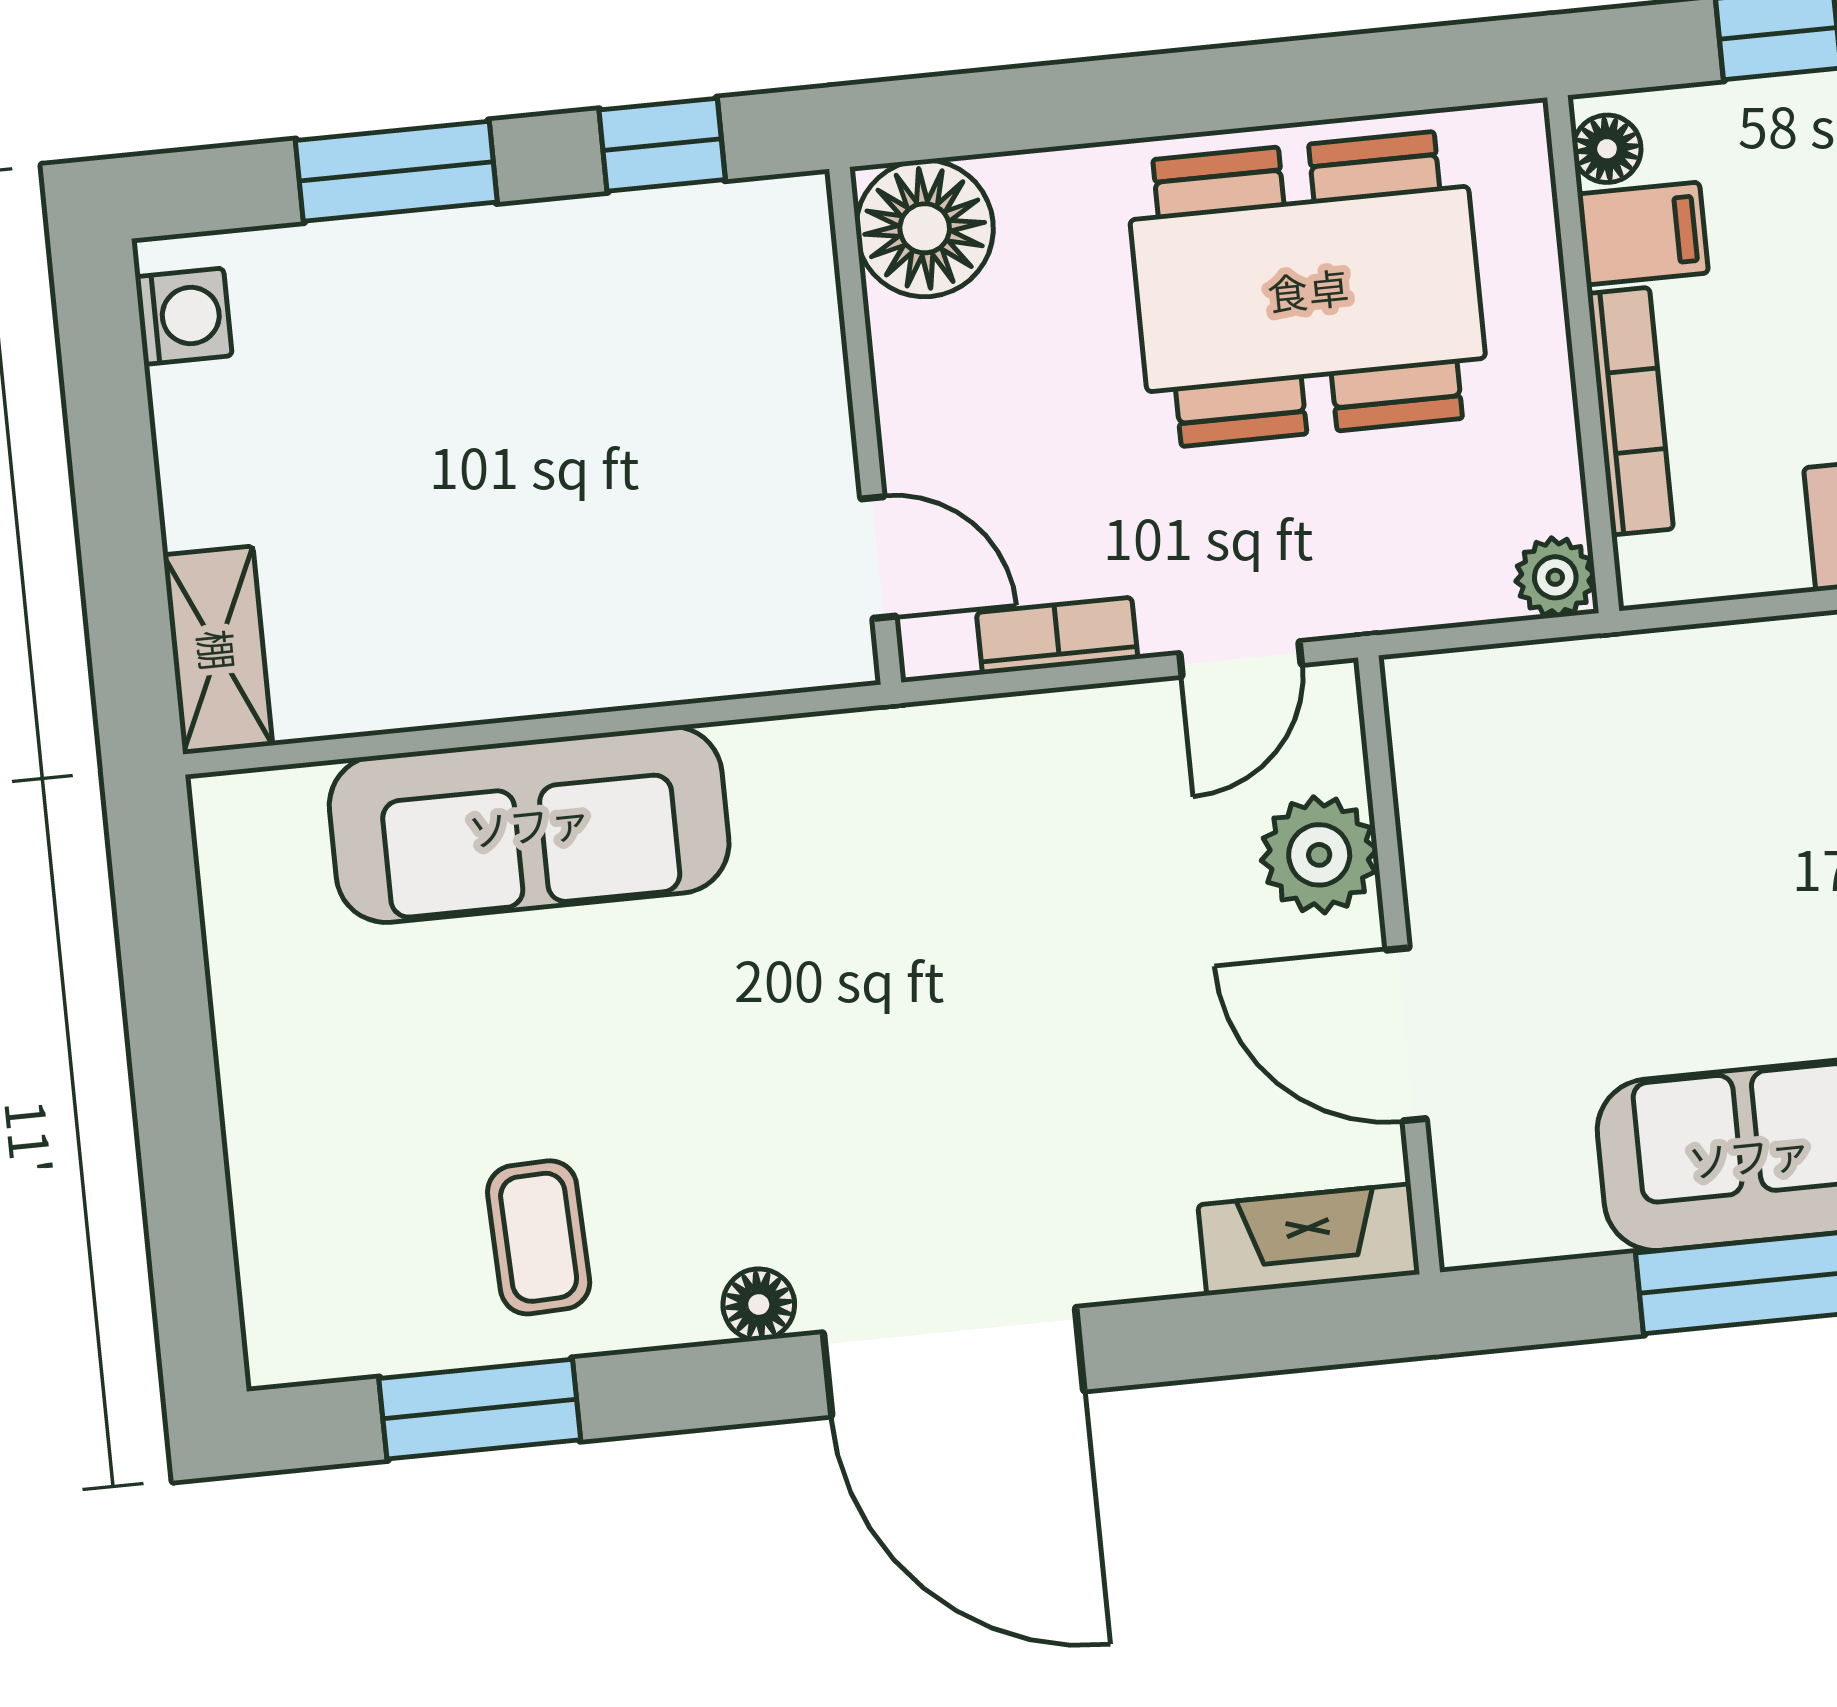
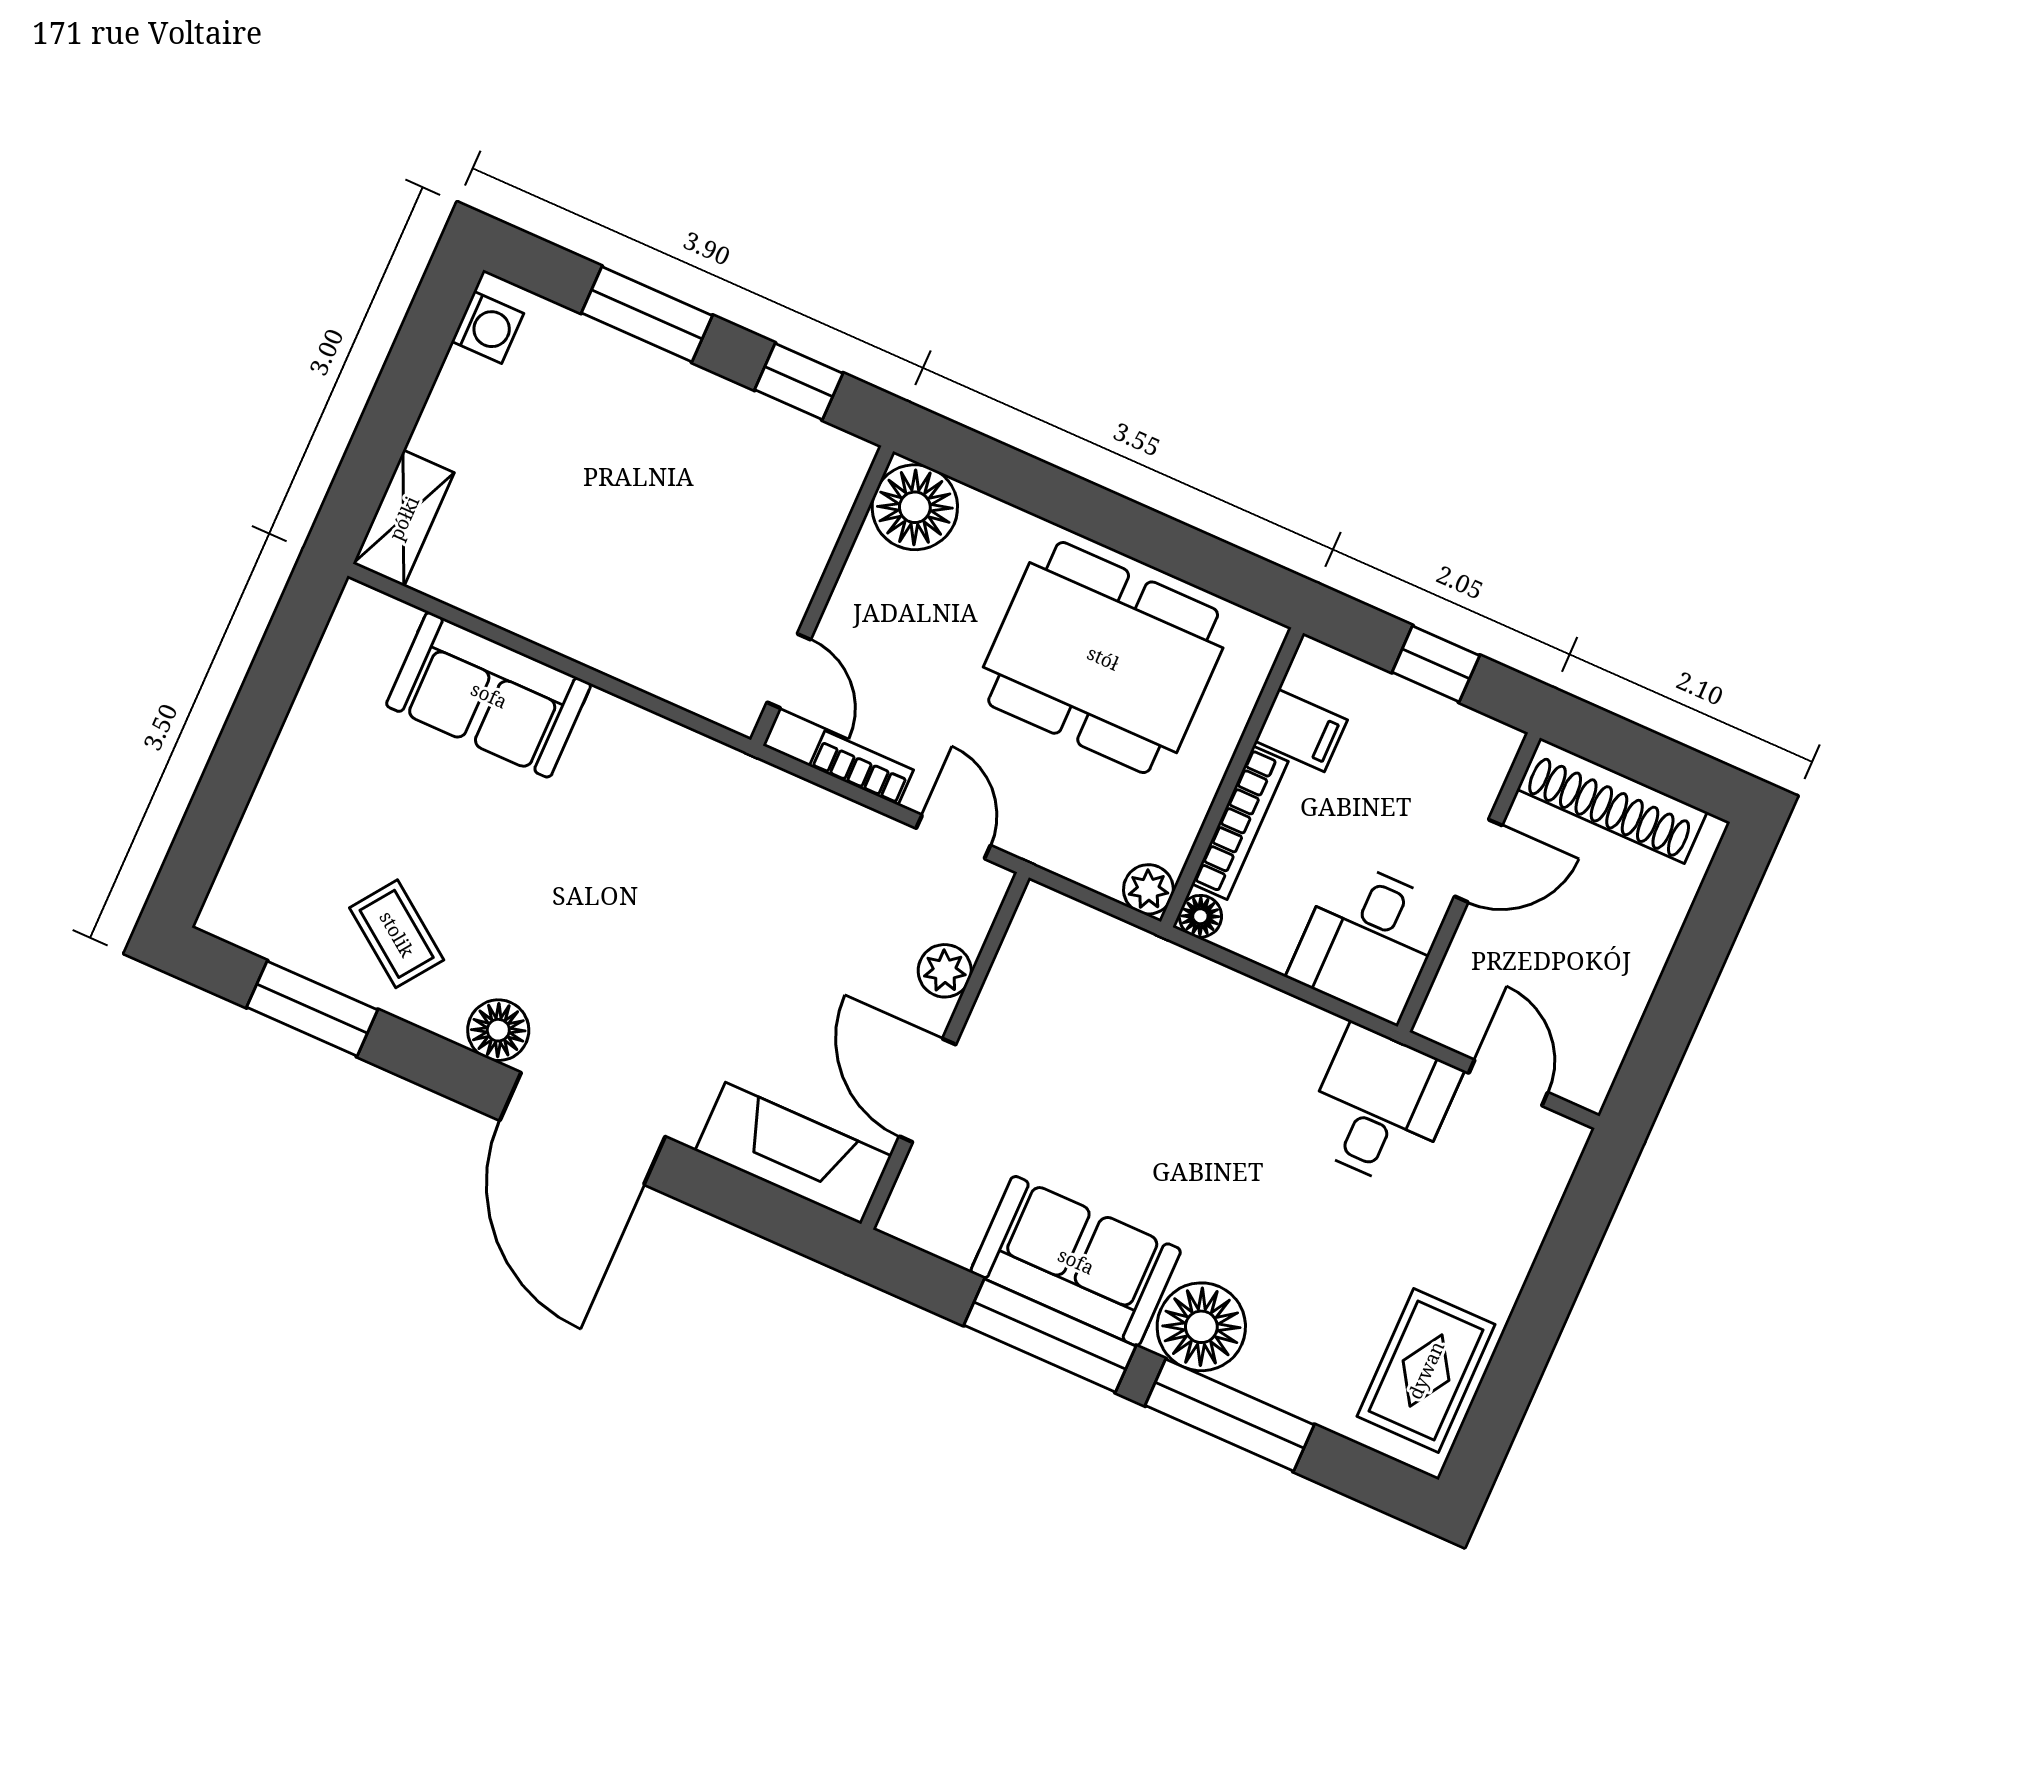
floor lamp: (1607, 149) -> (1200, 916), moved
door: (1241, 659) -> (953, 837), swing flipped
sofa: (529, 824) -> (489, 695), width x0.73
plant: (1319, 855) -> (945, 971), width x0.73, depth x0.73
coffee table: (539, 1237) -> (397, 934), turned -52
fireplace: (1309, 1240) -> (793, 1153), width x1.37, depth x1.32
floor lamp: (759, 1304) -> (498, 1030), width x1.37, depth x1.37

